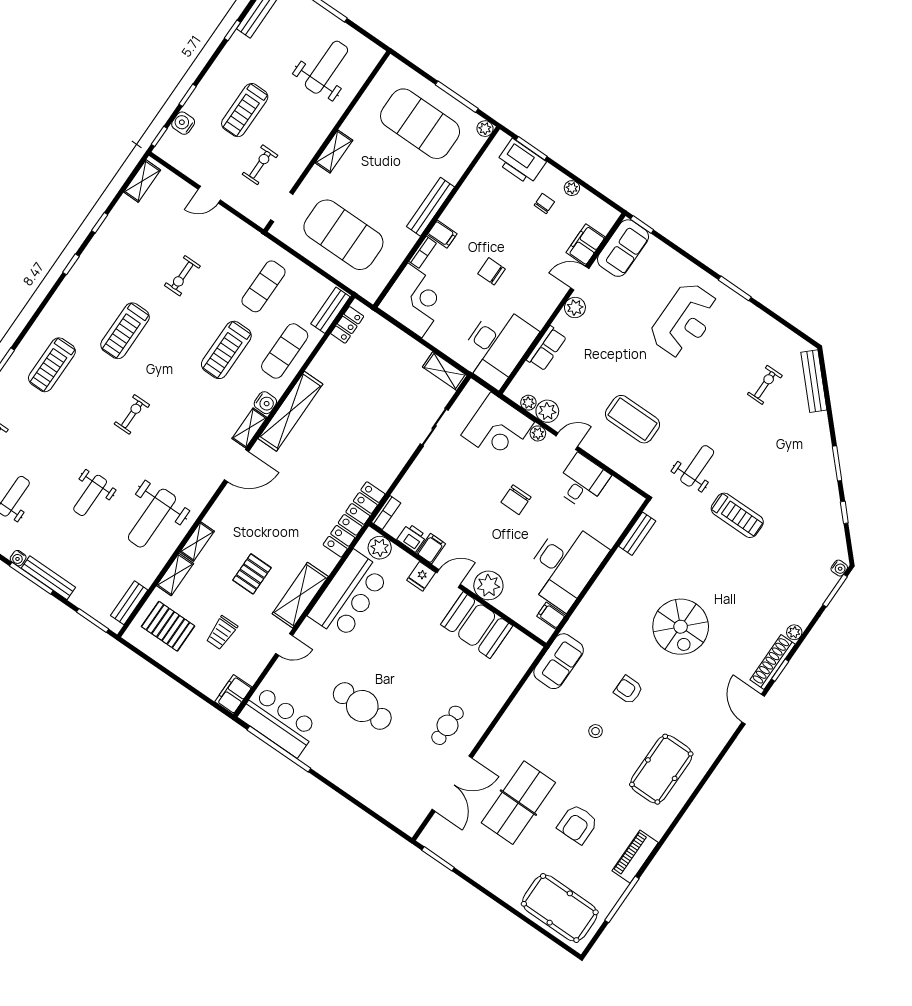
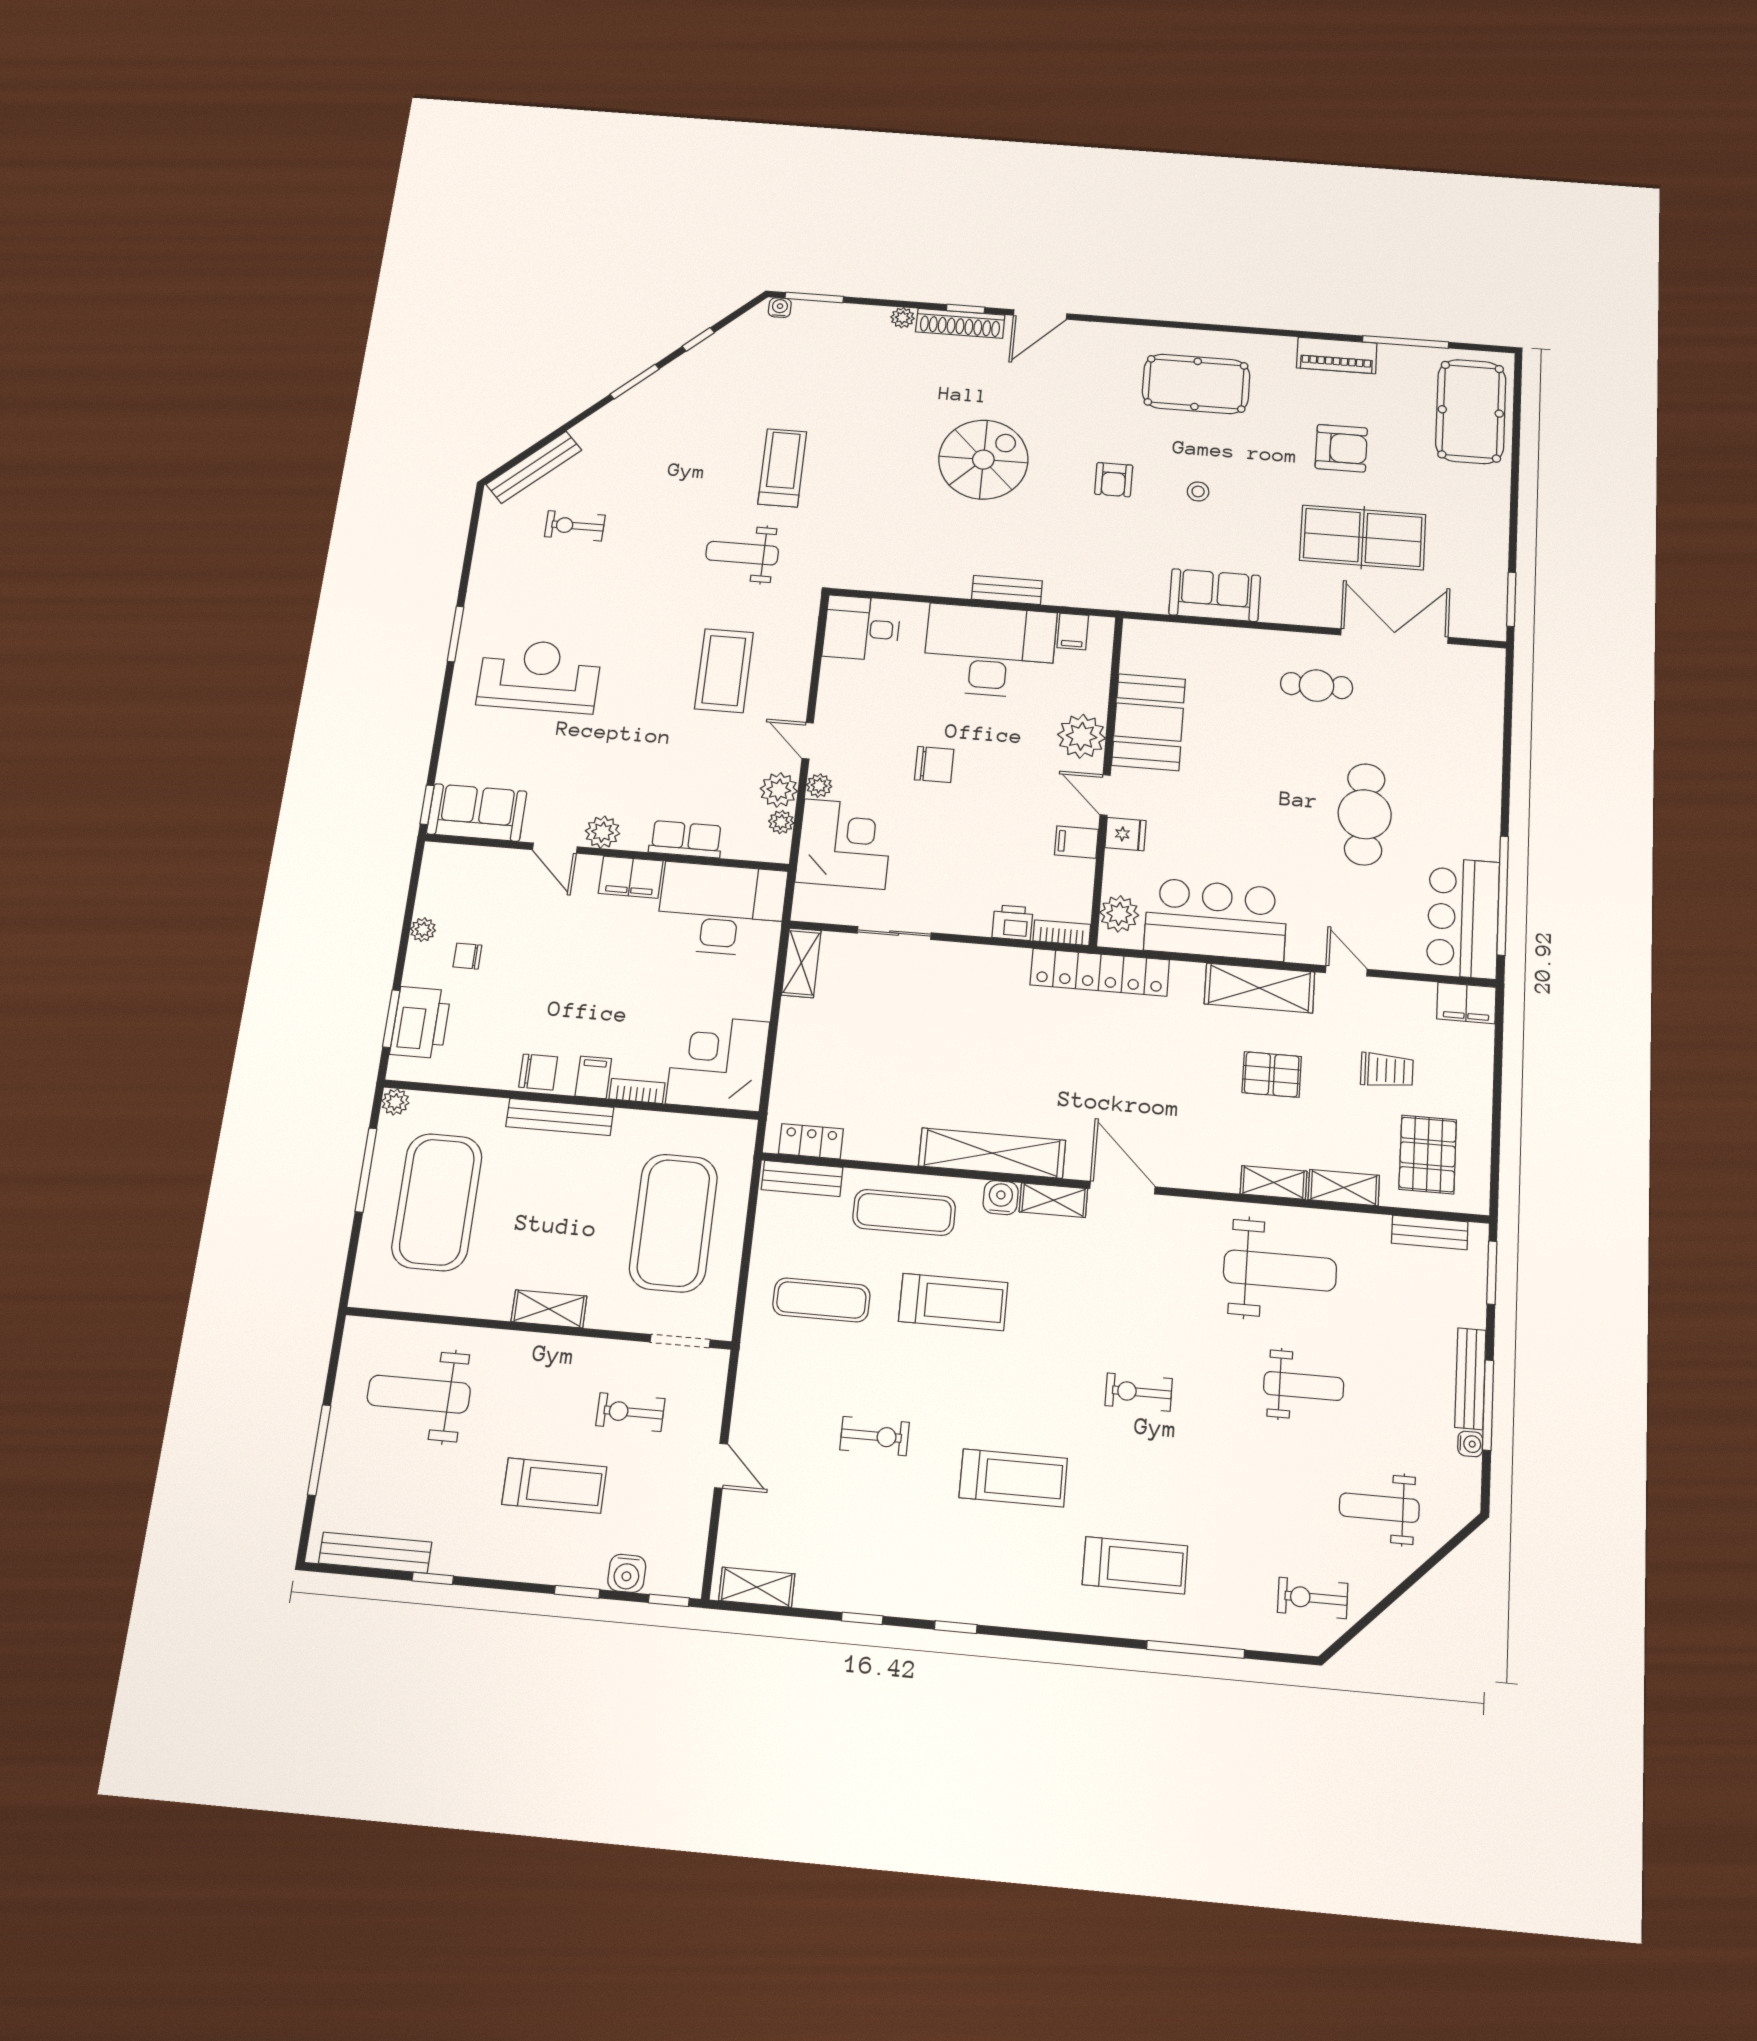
filing cabinet: (586, 245) -> (631, 877), moved
chair: (491, 271) -> (538, 1072), moved, turned -90
desk: (582, 482) -> (862, 628), moved
bench: (637, 534) -> (1007, 590), moved
printer: (412, 538) -> (1012, 923), moved, turned 90
sofa: (559, 661) -> (1215, 595), moved

